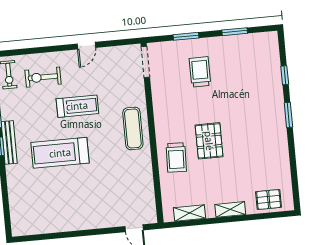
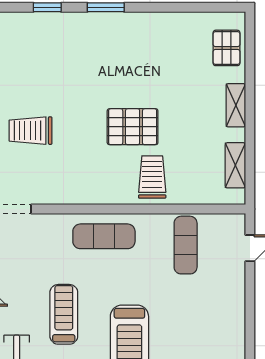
trolley: (176, 157) -> (152, 177), turned -92
exercise mat: (132, 184) -> (186, 245), added

